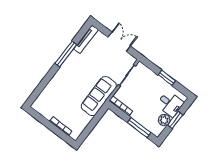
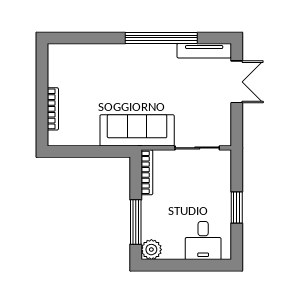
double door: (119, 42) -> (237, 82), moved
window: (66, 54) -> (161, 38), width x1.46
plant: (164, 120) -> (151, 250), moved
window: (175, 120) -> (186, 265), removed

